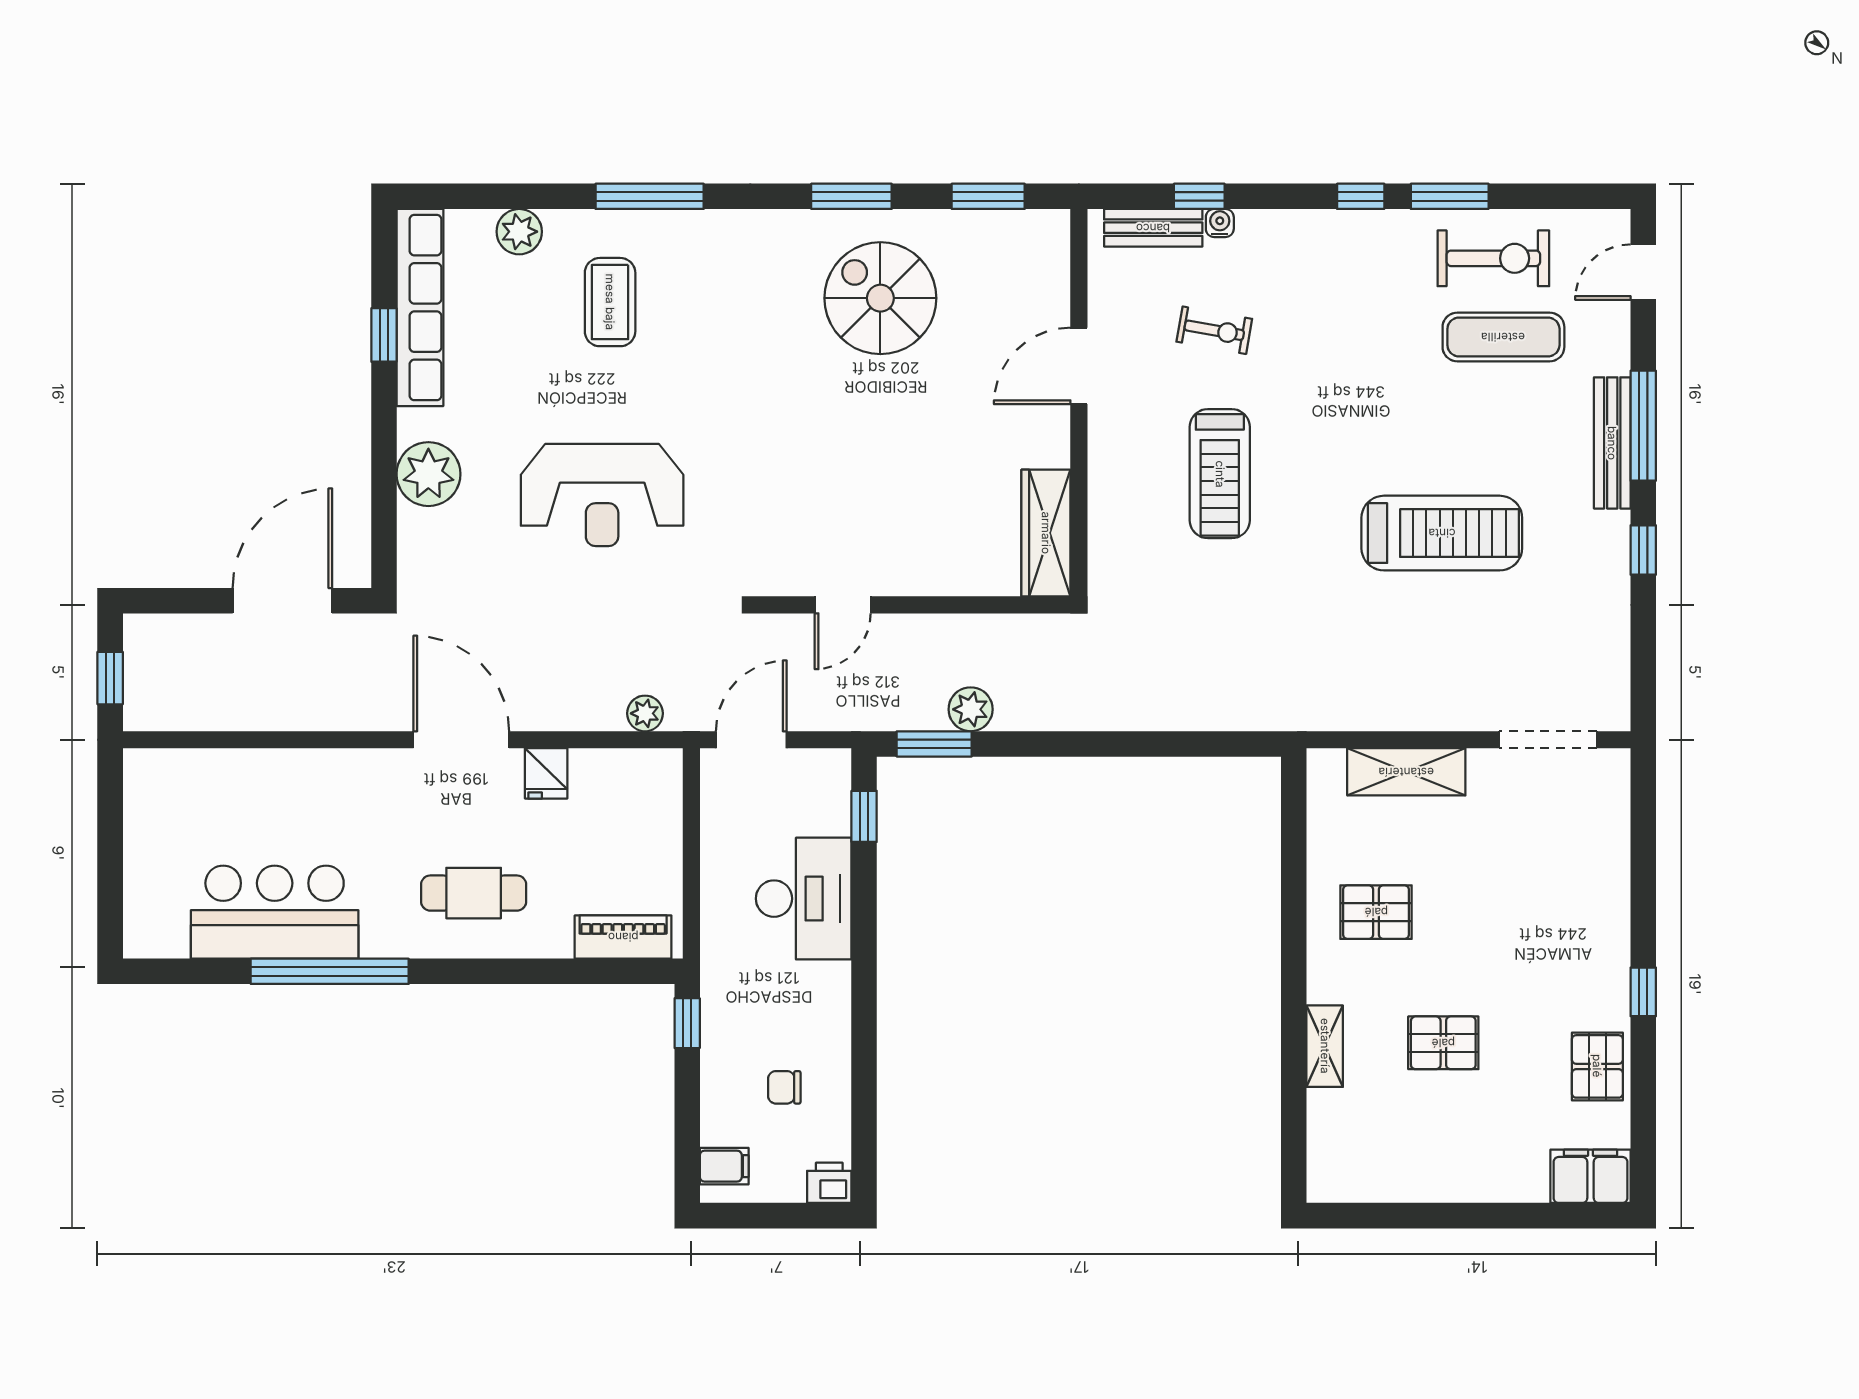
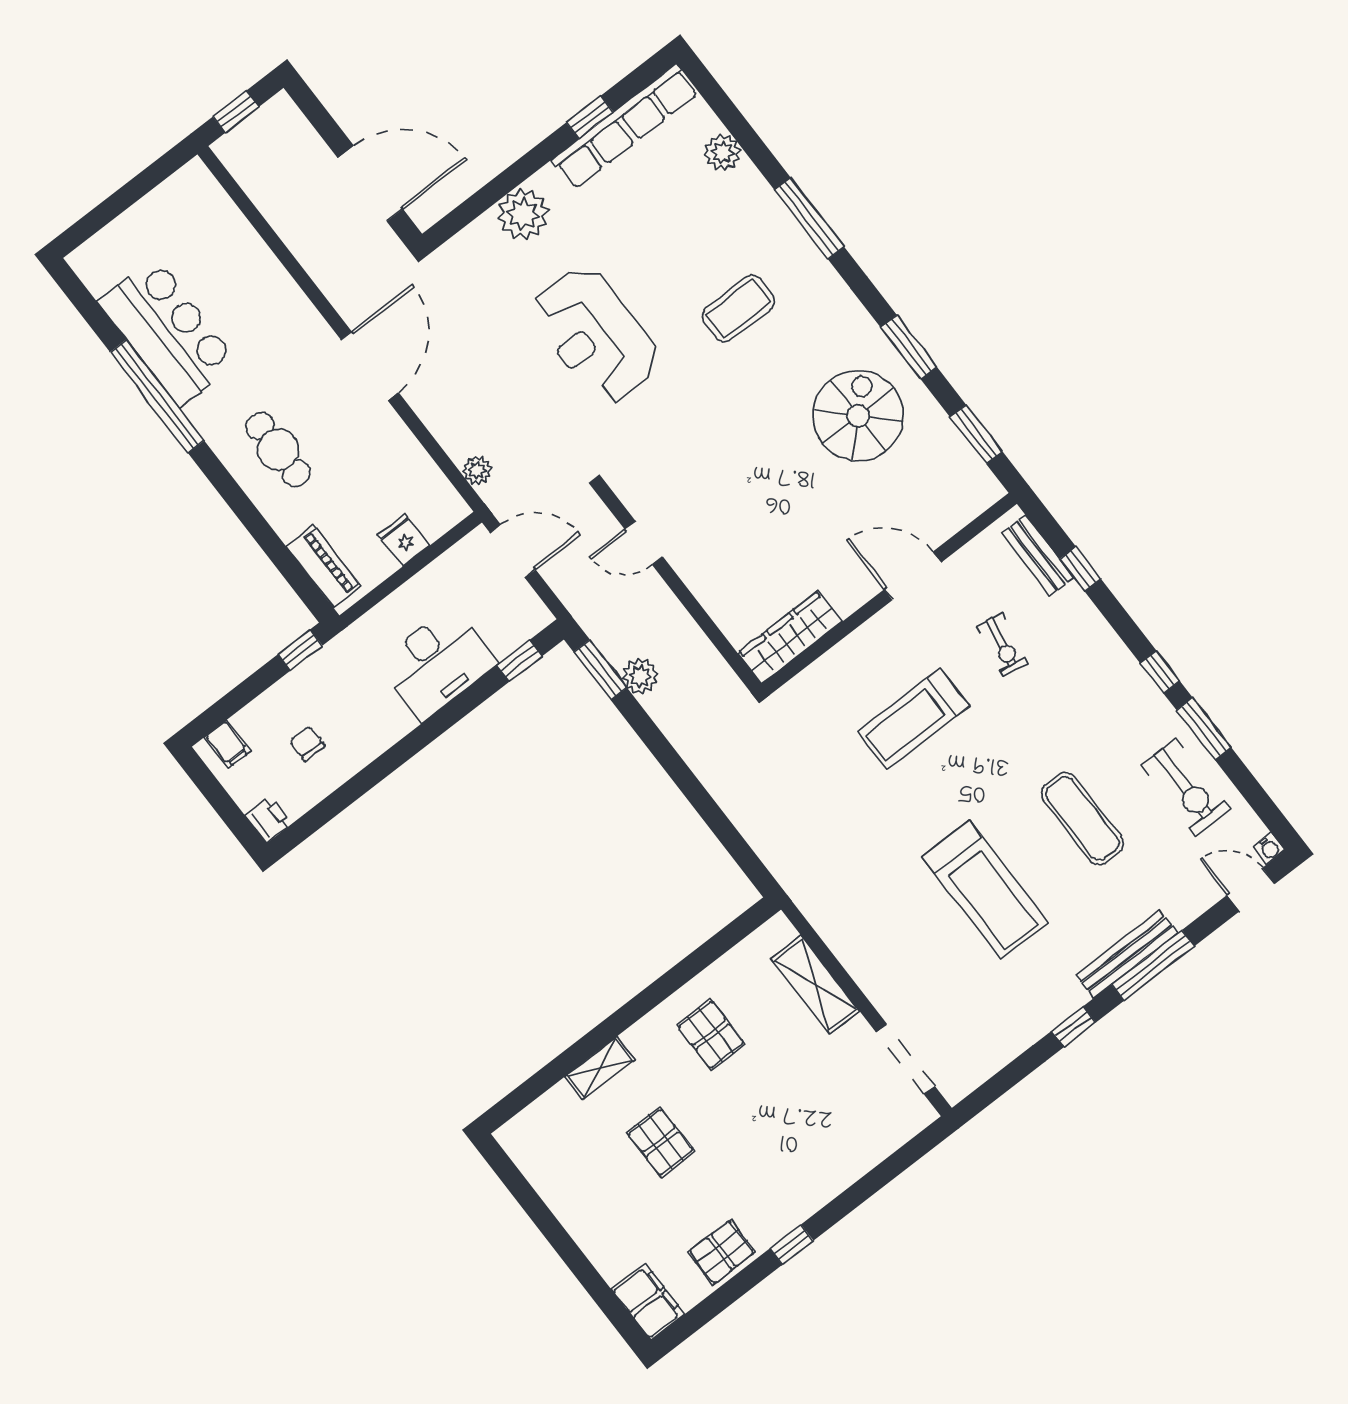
water cooler: (1220, 223) -> (1269, 848), moved, turned 90
coffee table: (610, 302) -> (738, 308), moved
exercise mat: (1503, 337) -> (1082, 819), moved
fridge: (546, 773) -> (404, 540), moved, turned 90

